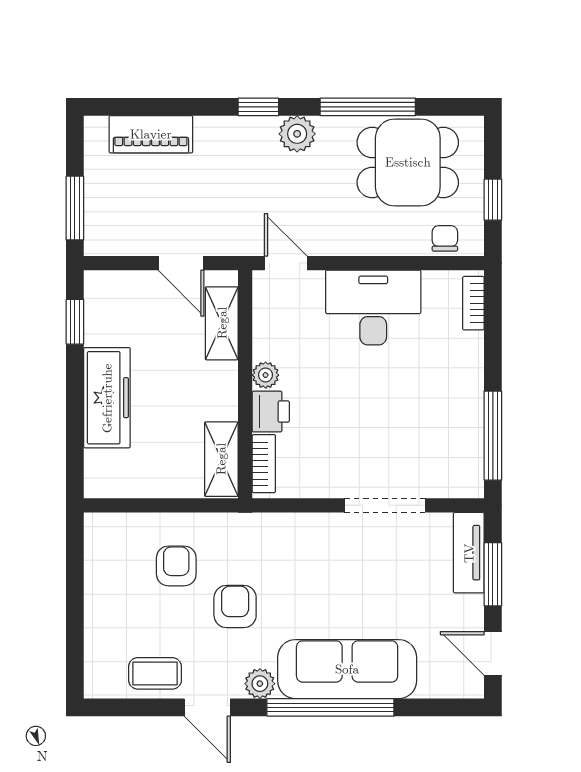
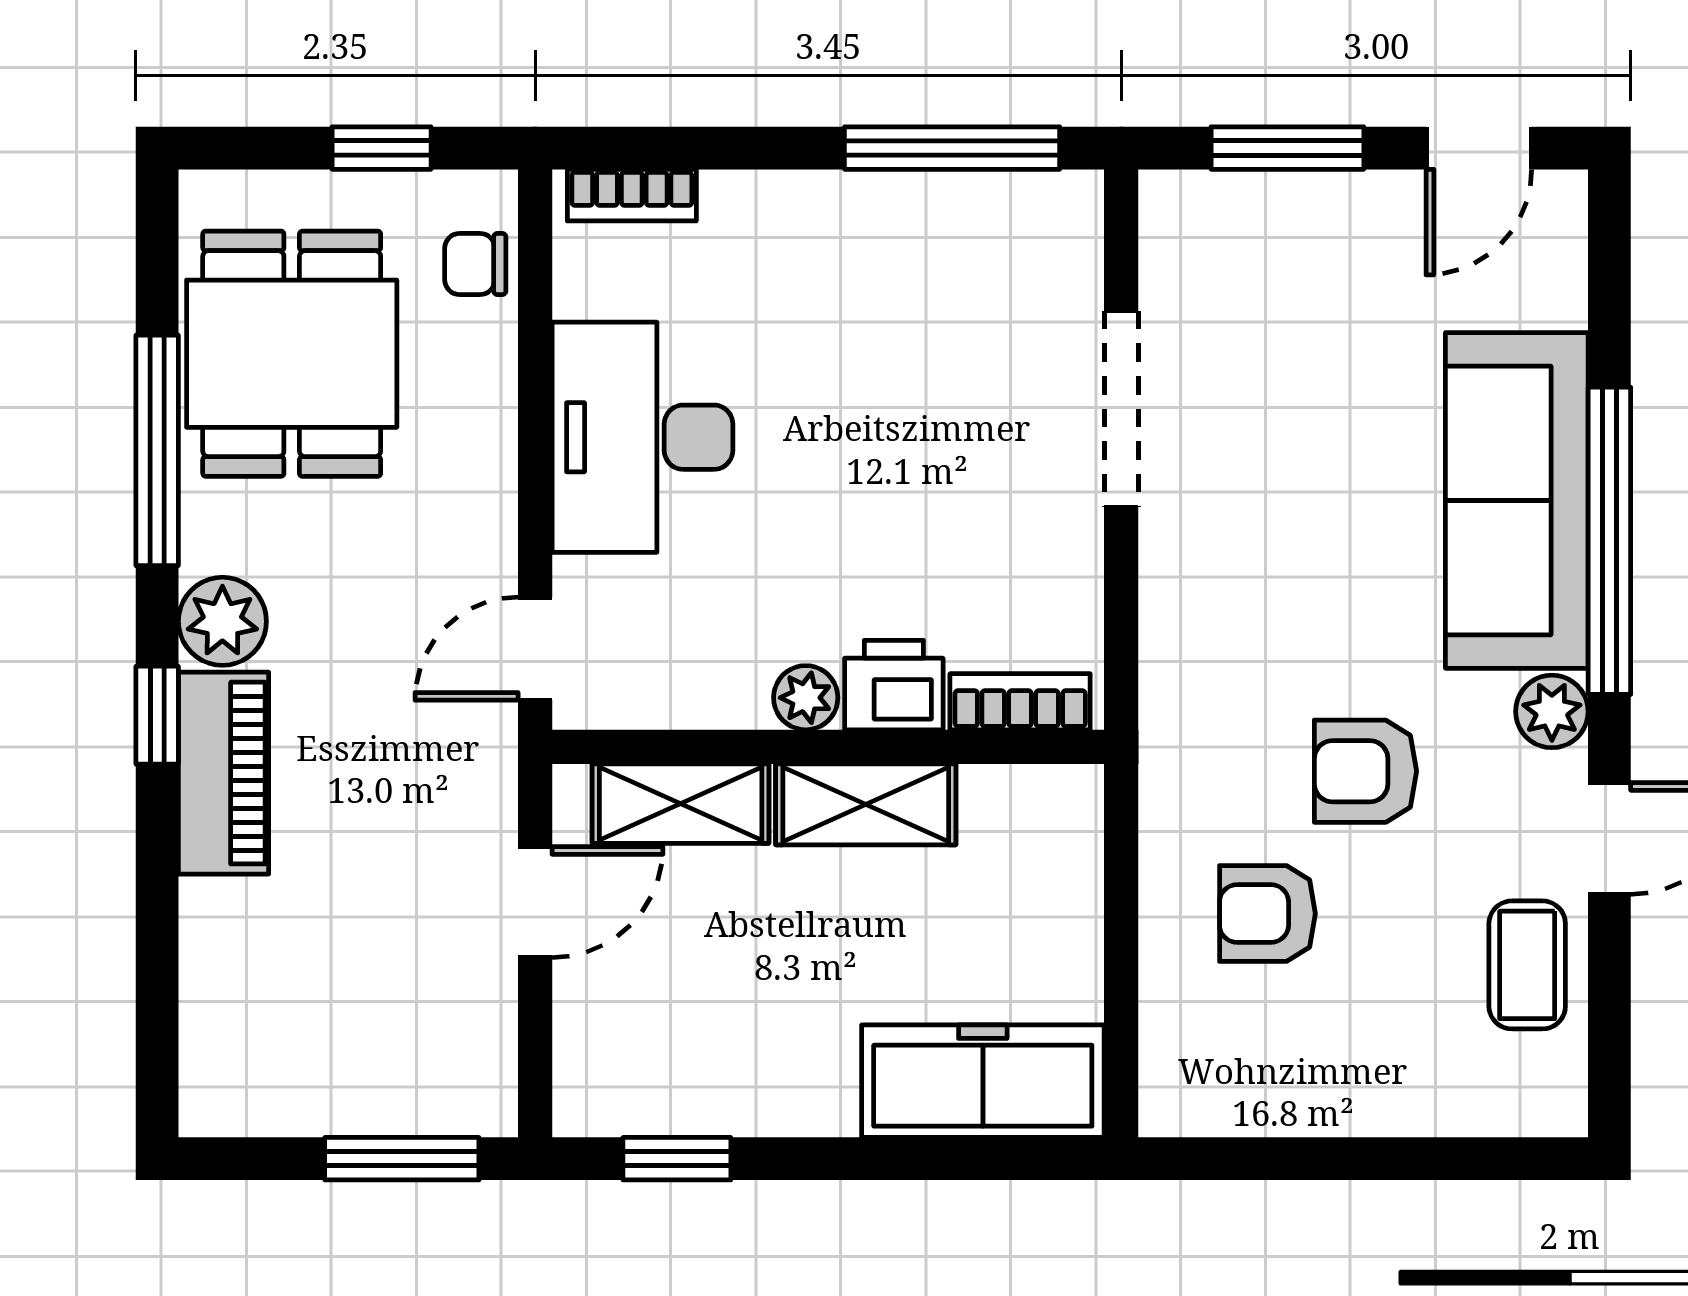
piano: (151, 134) -> (224, 773), moved
freezer: (107, 398) -> (983, 1081), moved
shelving: (221, 459) -> (866, 804), moved
tv unit: (469, 553) -> (1235, 206), removed

